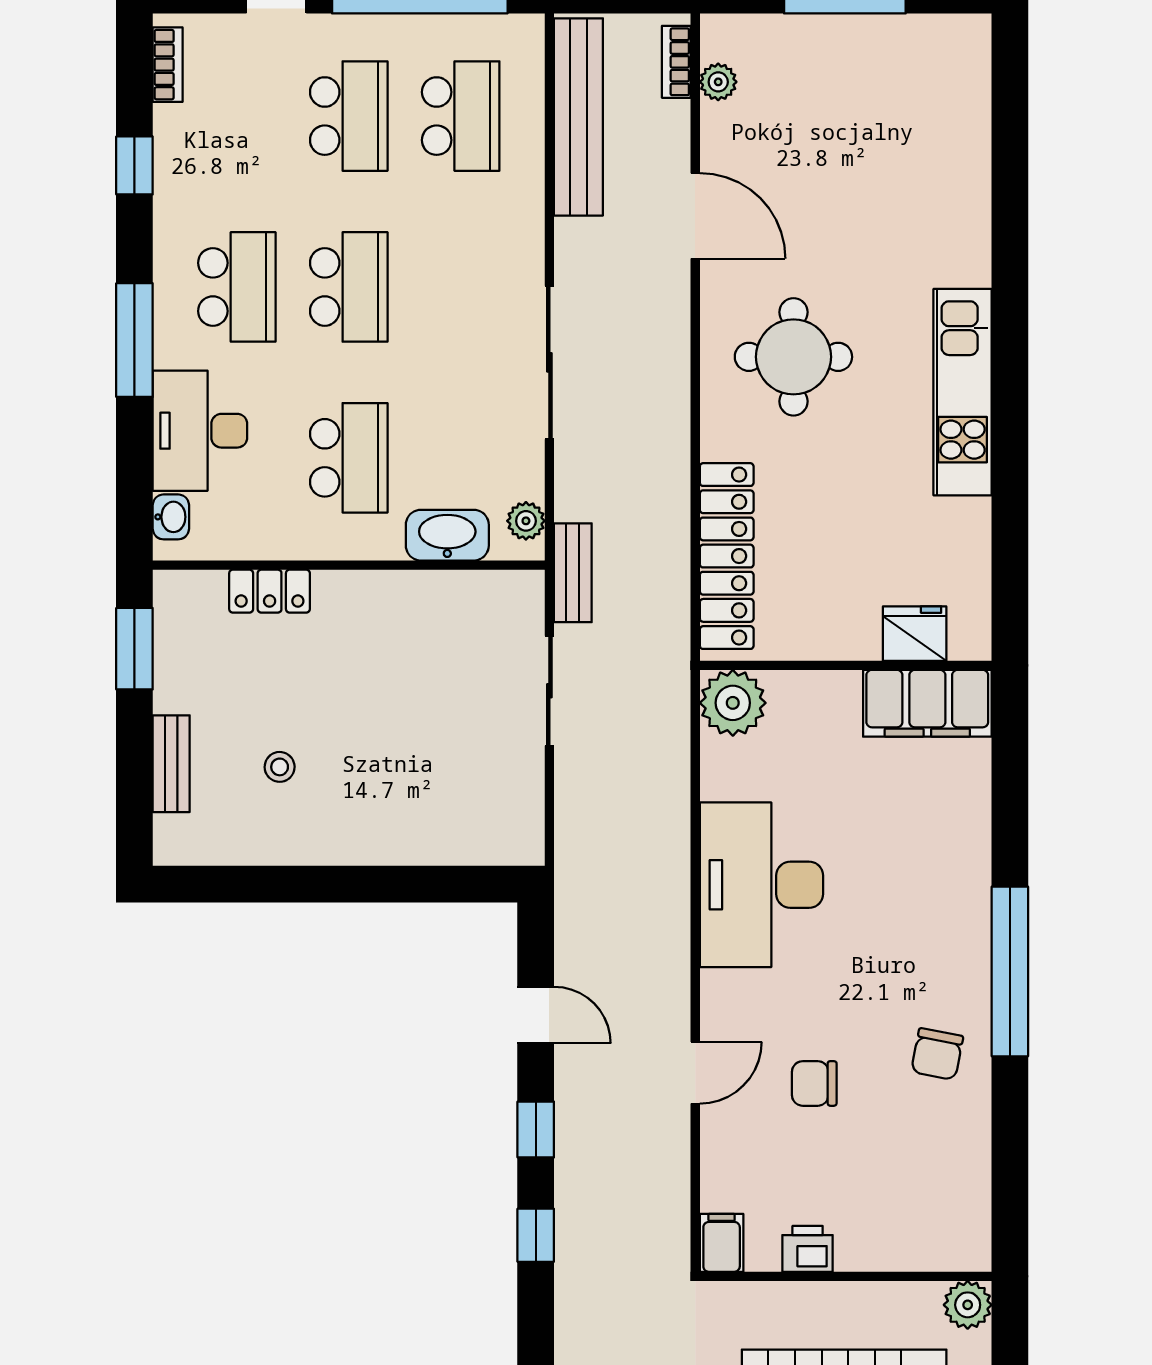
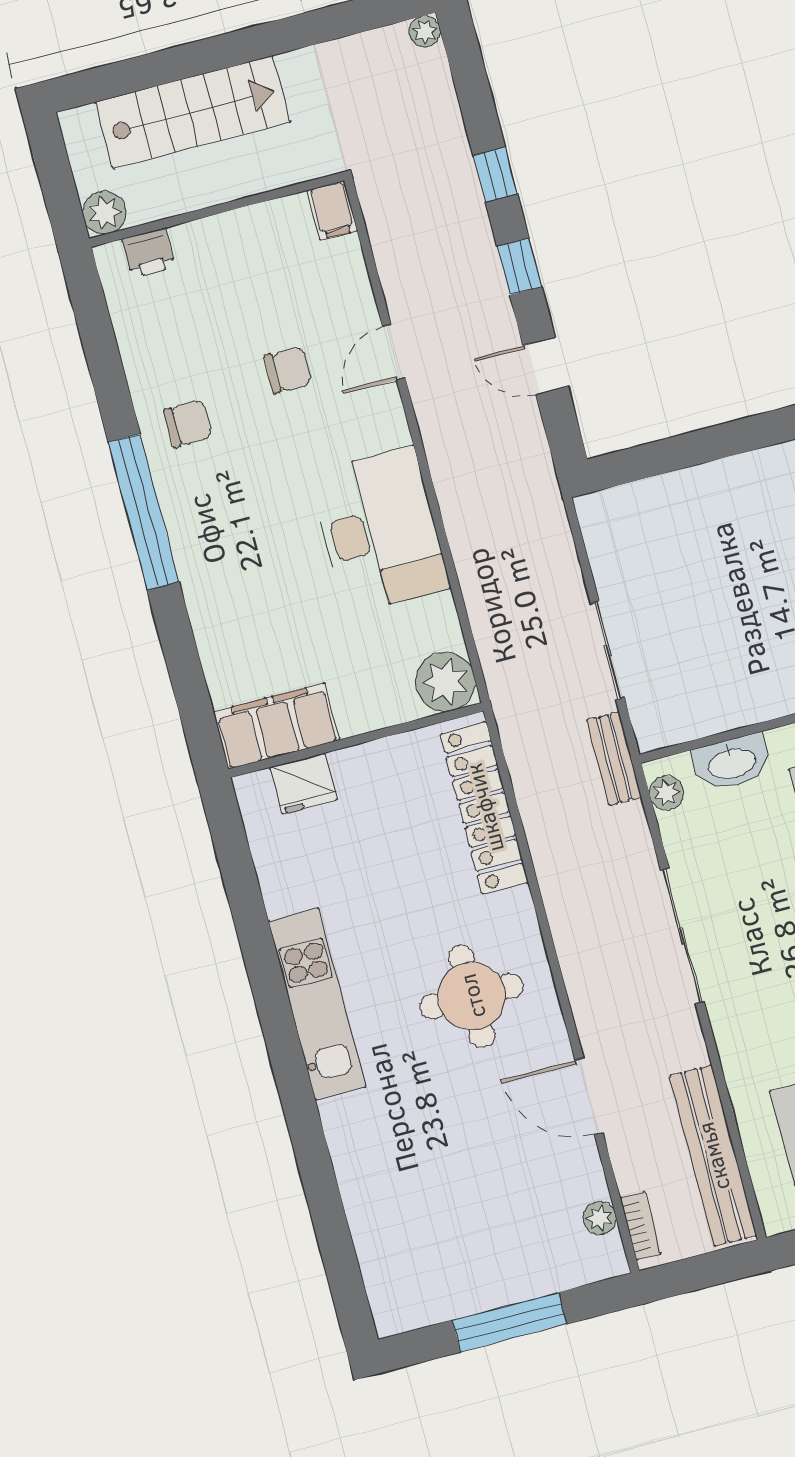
chair: (937, 1054) -> (188, 423), turned 79
printer: (808, 1249) -> (149, 253), moved

